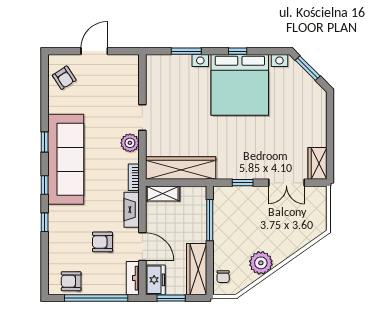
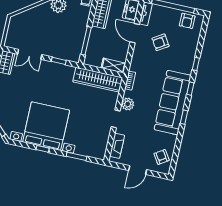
double door: (286, 183) -> (30, 54), swing flipped
fireplace: (132, 210) -> (117, 146), moved
armchair: (102, 242) -> (161, 42), turned 148
armchair: (71, 281) -> (187, 21), turned 90

